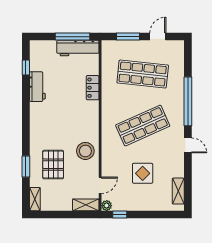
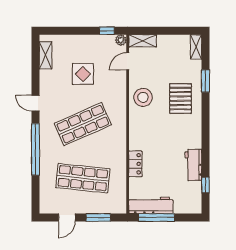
pallet: (53, 165) -> (181, 99), moved

